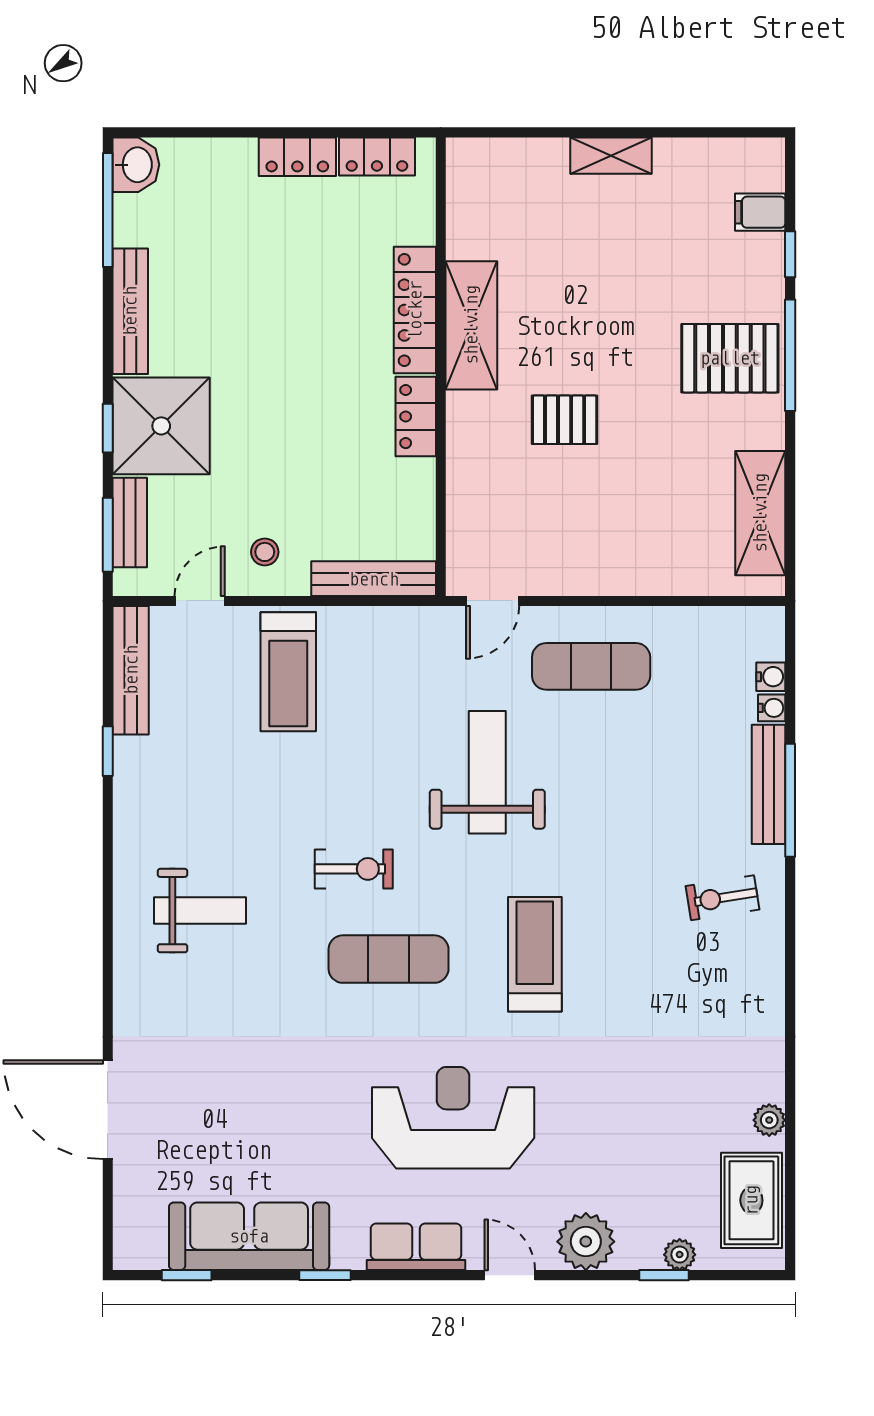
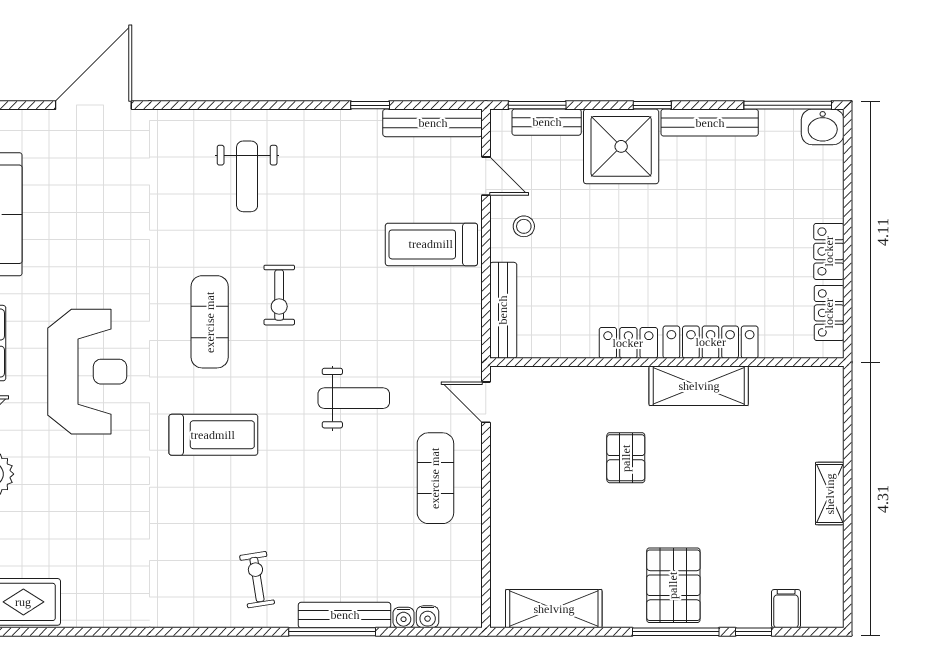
window: (108, 428) -> (652, 105), moved
weight bench: (487, 772) -> (354, 398), width x0.73, depth x0.75
plant: (769, 1120) -> (85, 616), removed

